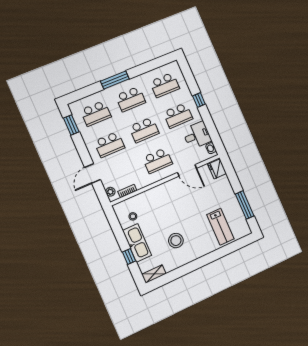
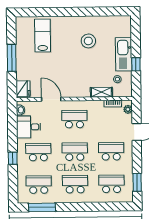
window: (115, 80) -> (42, 207), moved
window: (245, 205) -> (12, 58), moved
window: (129, 256) -> (136, 64), moved
shelving: (154, 274) -> (101, 92), moved

